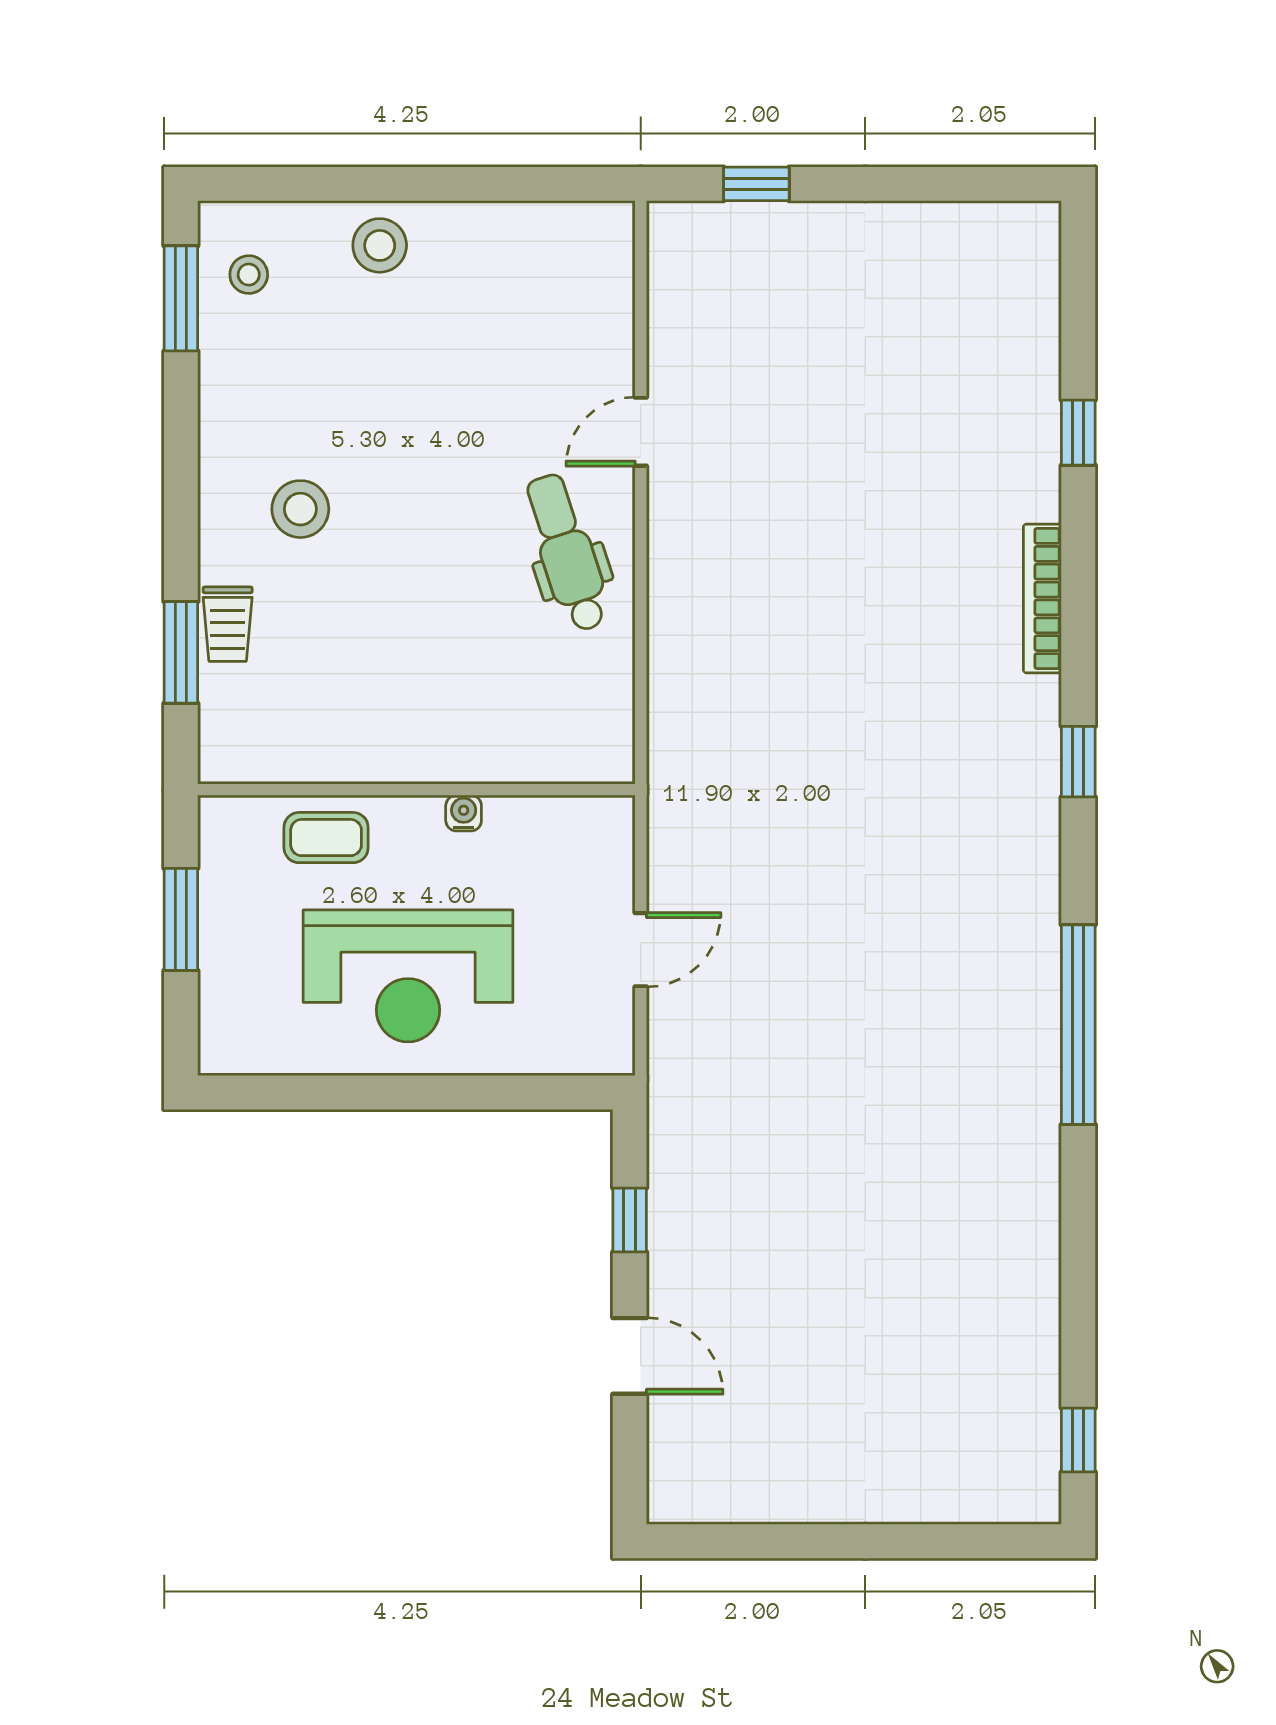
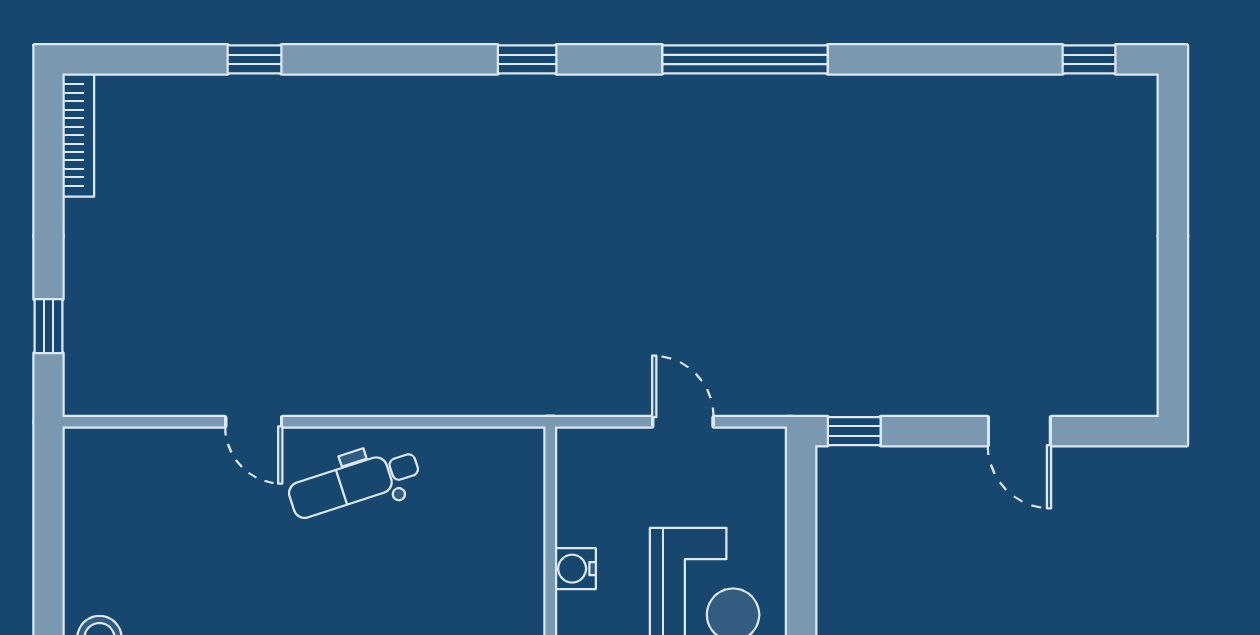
bookcase: (1042, 598) -> (78, 135), moved, turned -90
water cooler: (464, 813) -> (575, 569), width x1.38, depth x1.38
window: (630, 1220) -> (854, 431), moved
door: (630, 1356) -> (1019, 431), swing flipped

